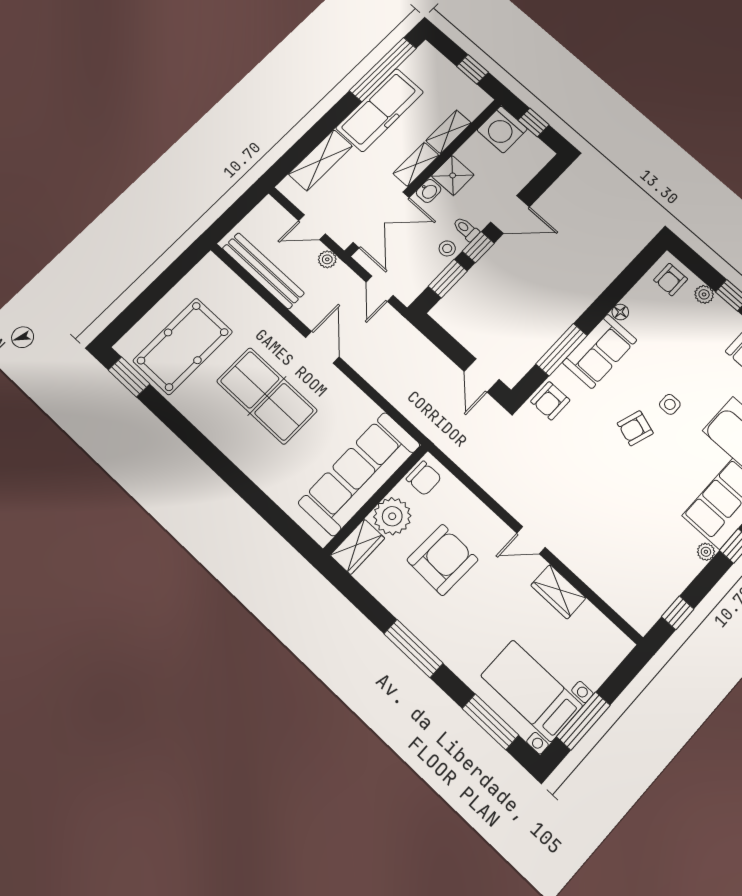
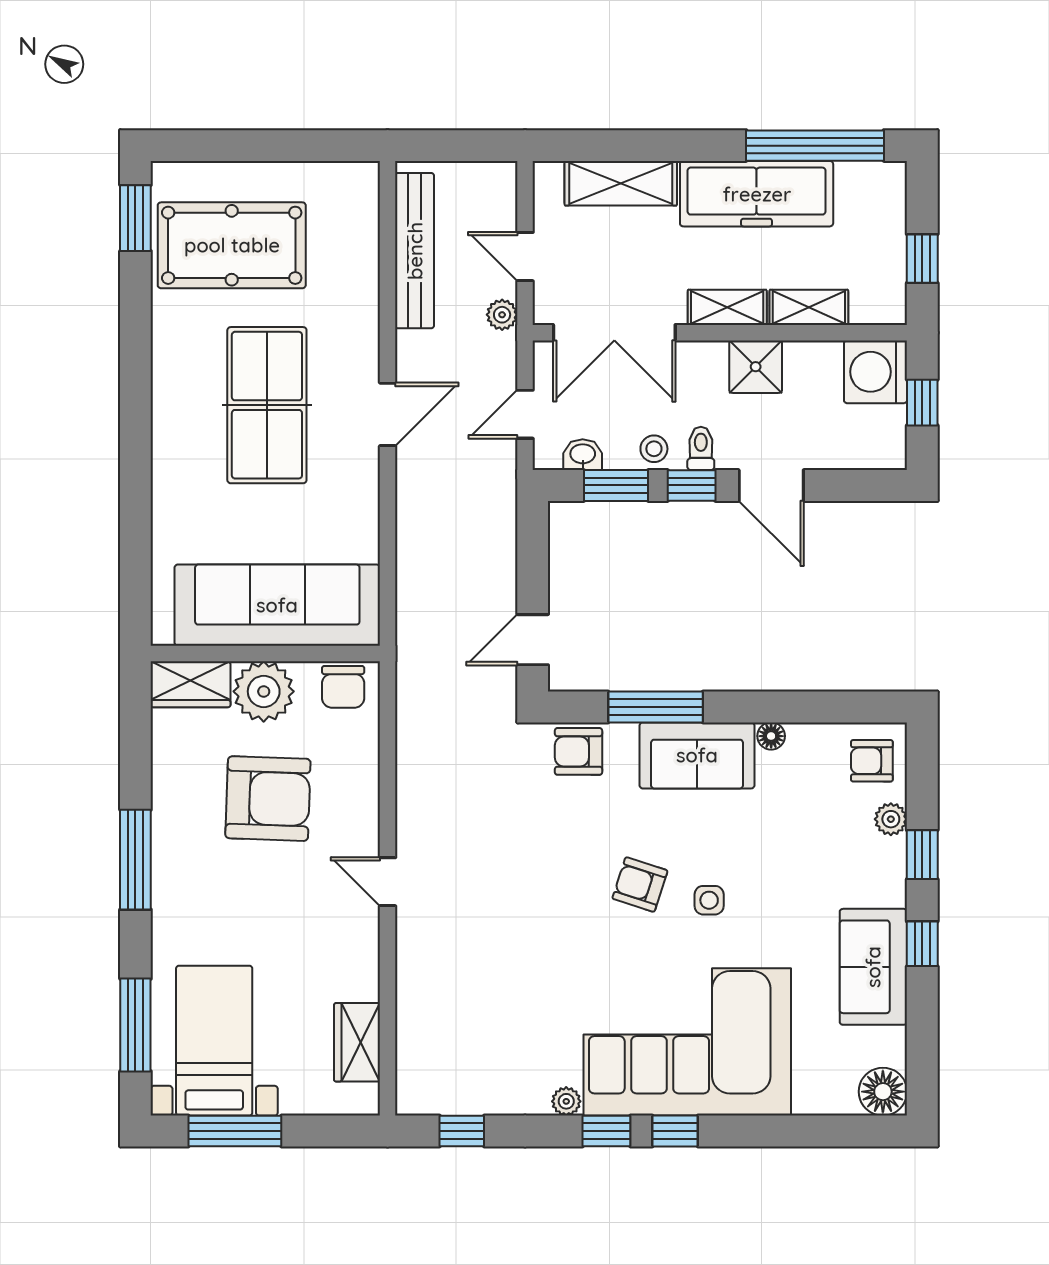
washbasin: (429, 191) -> (583, 455), moved, turned 180
wardrobe: (558, 592) -> (357, 1042), moved

